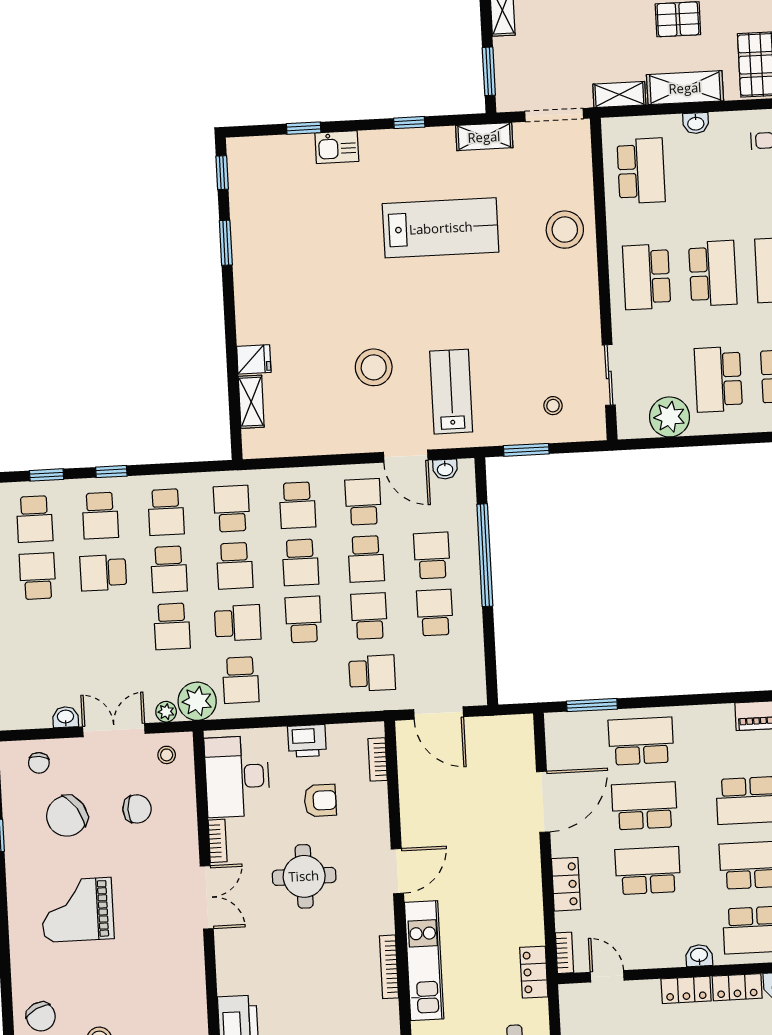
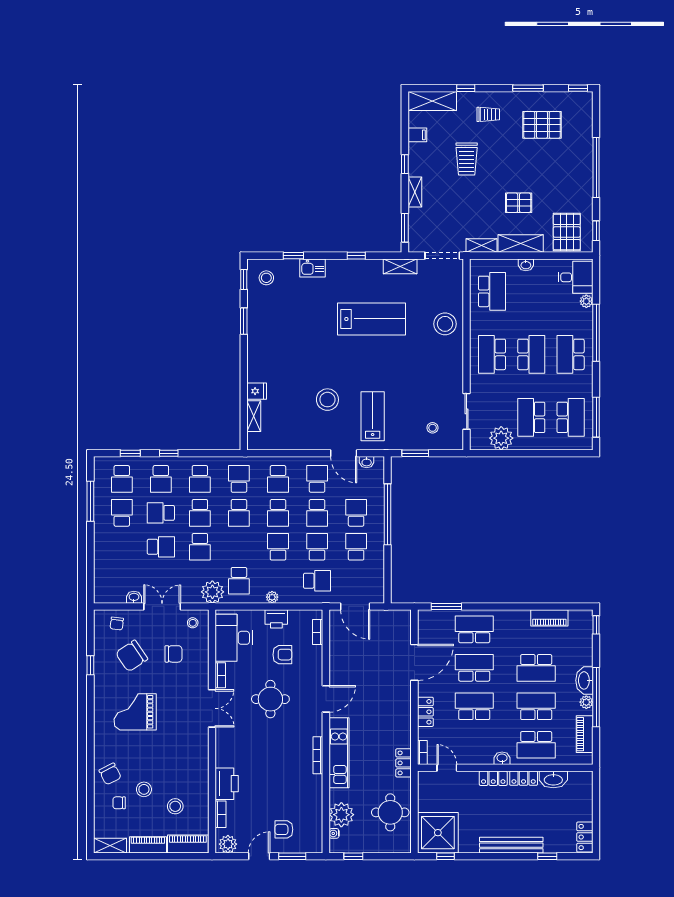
stool: (260, 168) -> (266, 278), added
school desk: (238, 623) -> (161, 547), moved
plant: (166, 712) -> (272, 597), moved

